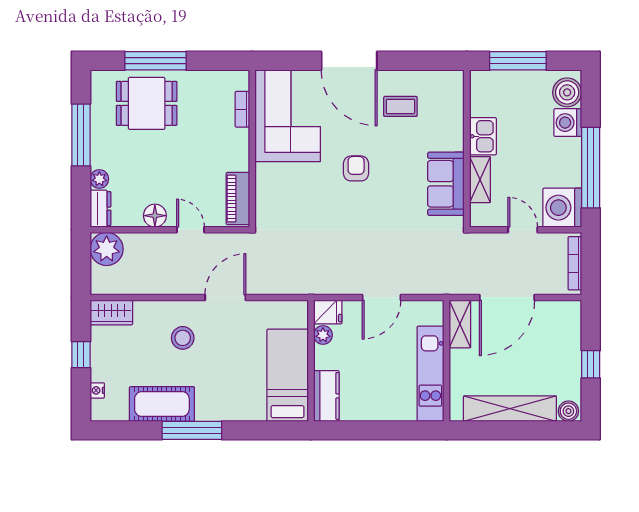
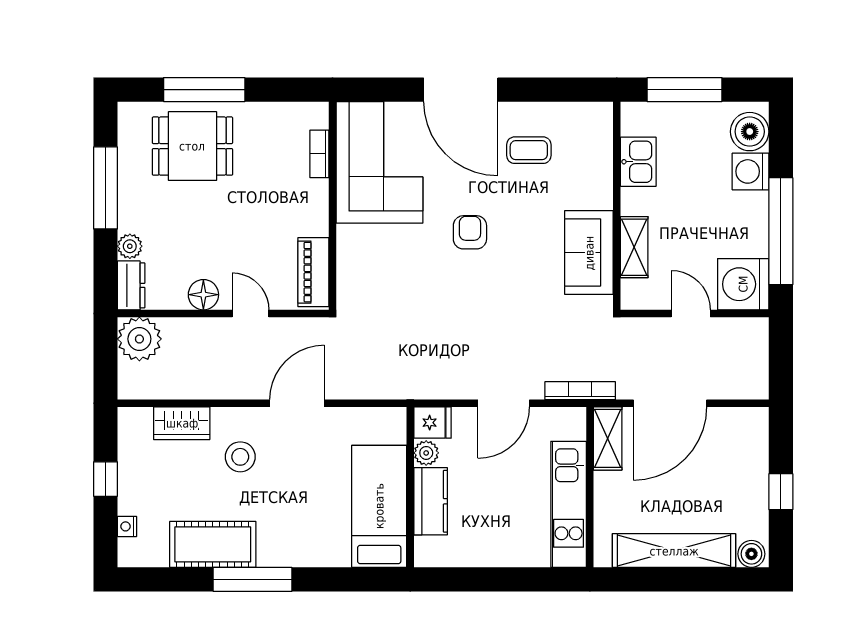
kitchen sink: (483, 136) -> (638, 162), moved
bookcase: (575, 263) -> (580, 391), moved, turned 90
wardrobe: (111, 313) -> (182, 423), moved
kitchen counter: (326, 396) -> (431, 501), moved

